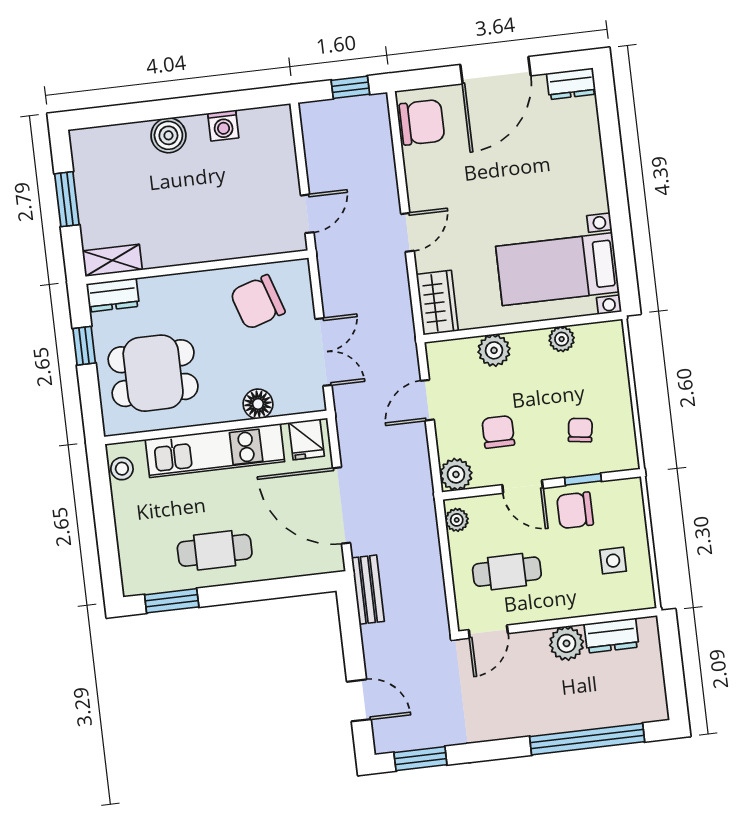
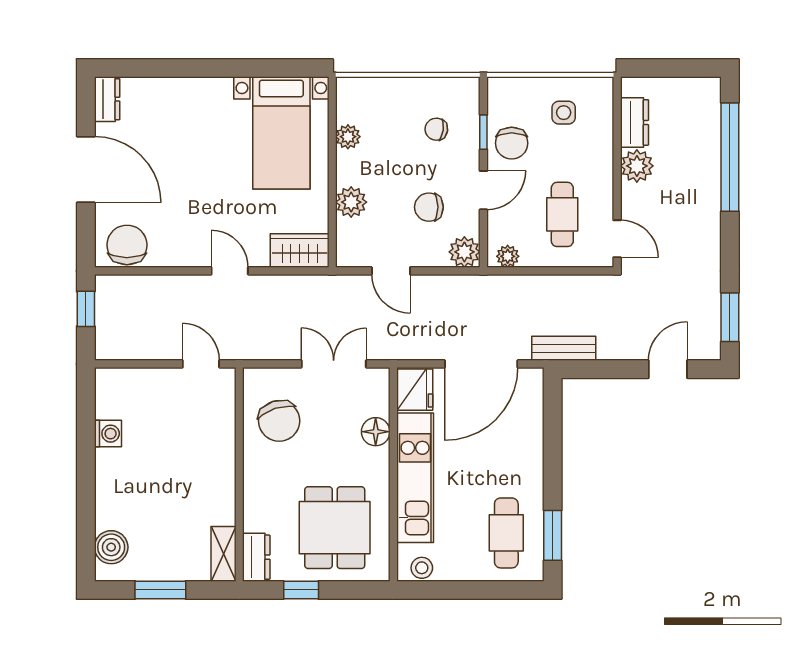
boiler: (168, 135) -> (111, 547), moved
fridge: (307, 439) -> (415, 390), width x1.38
cafe table: (215, 550) -> (506, 533), moved

